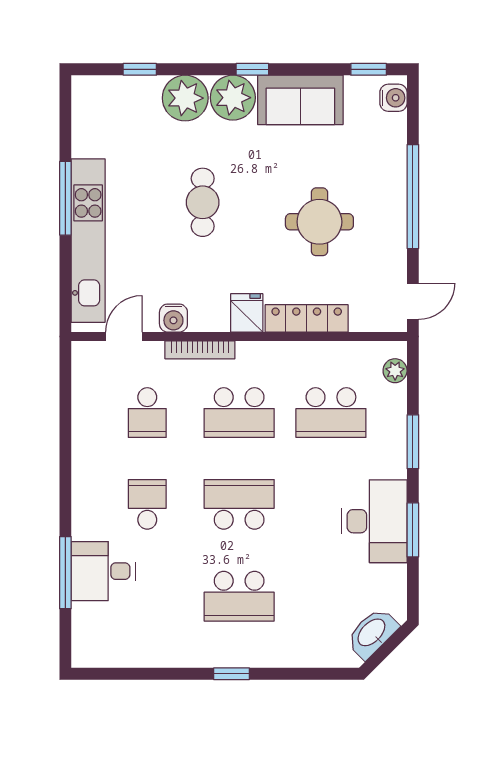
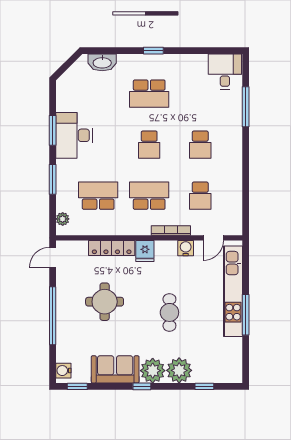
school desk: (147, 413) -> (200, 196), turned 180
school desk: (239, 504) -> (149, 145), width x0.54
desk: (103, 571) -> (225, 72), moved, turned -90
school desk: (239, 596) -> (149, 94), turned 180
washbasin: (372, 633) -> (102, 62), moved, turned 45

